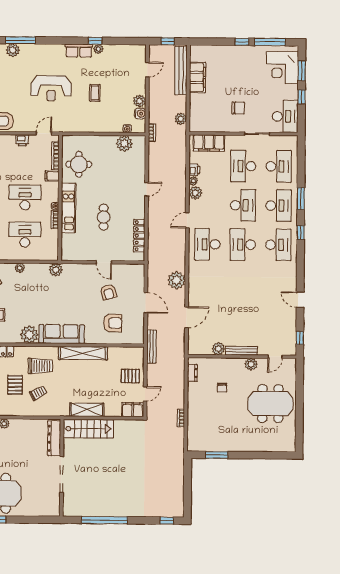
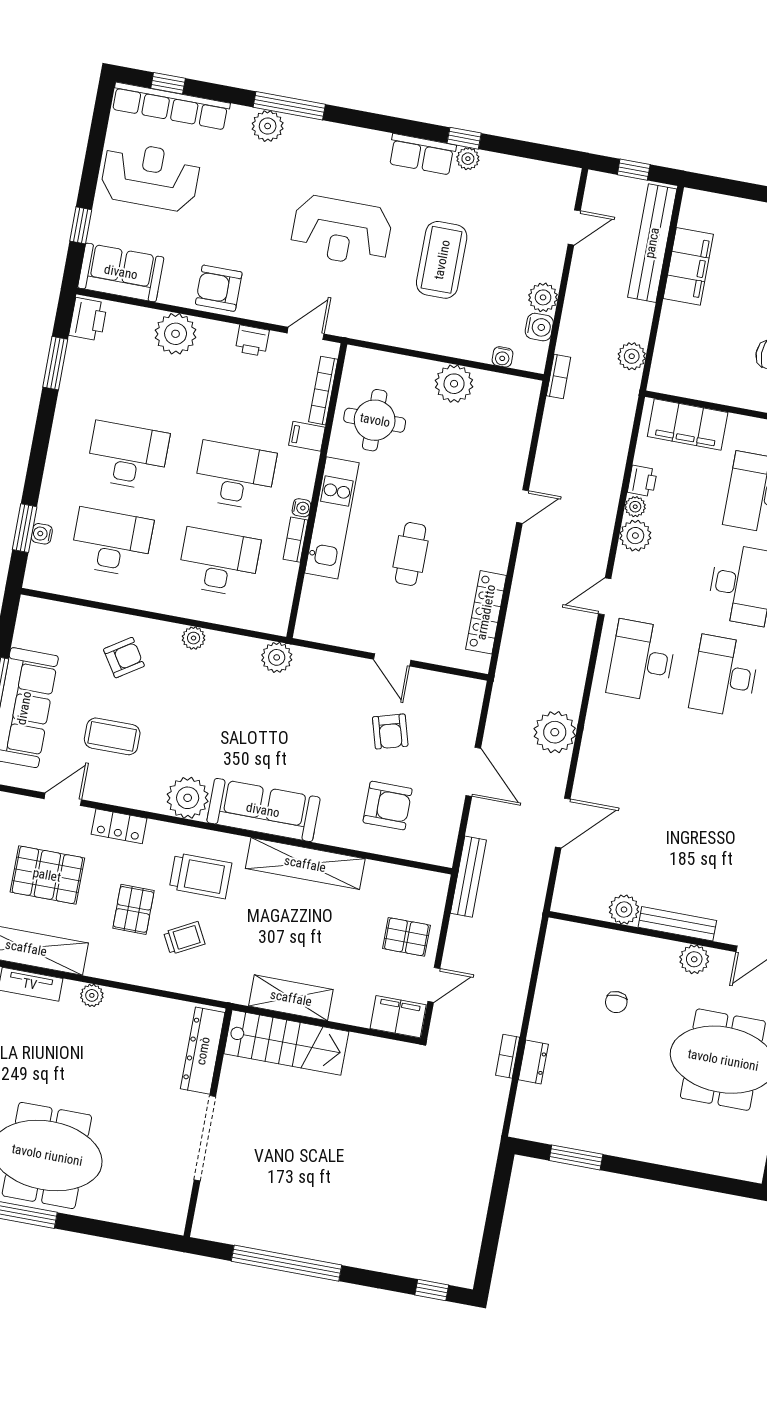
coffee table: (95, 93) -> (442, 260), width x1.86, depth x1.72
plant: (124, 143) -> (454, 384), moved
dresser: (192, 373) -> (533, 1062), moved

